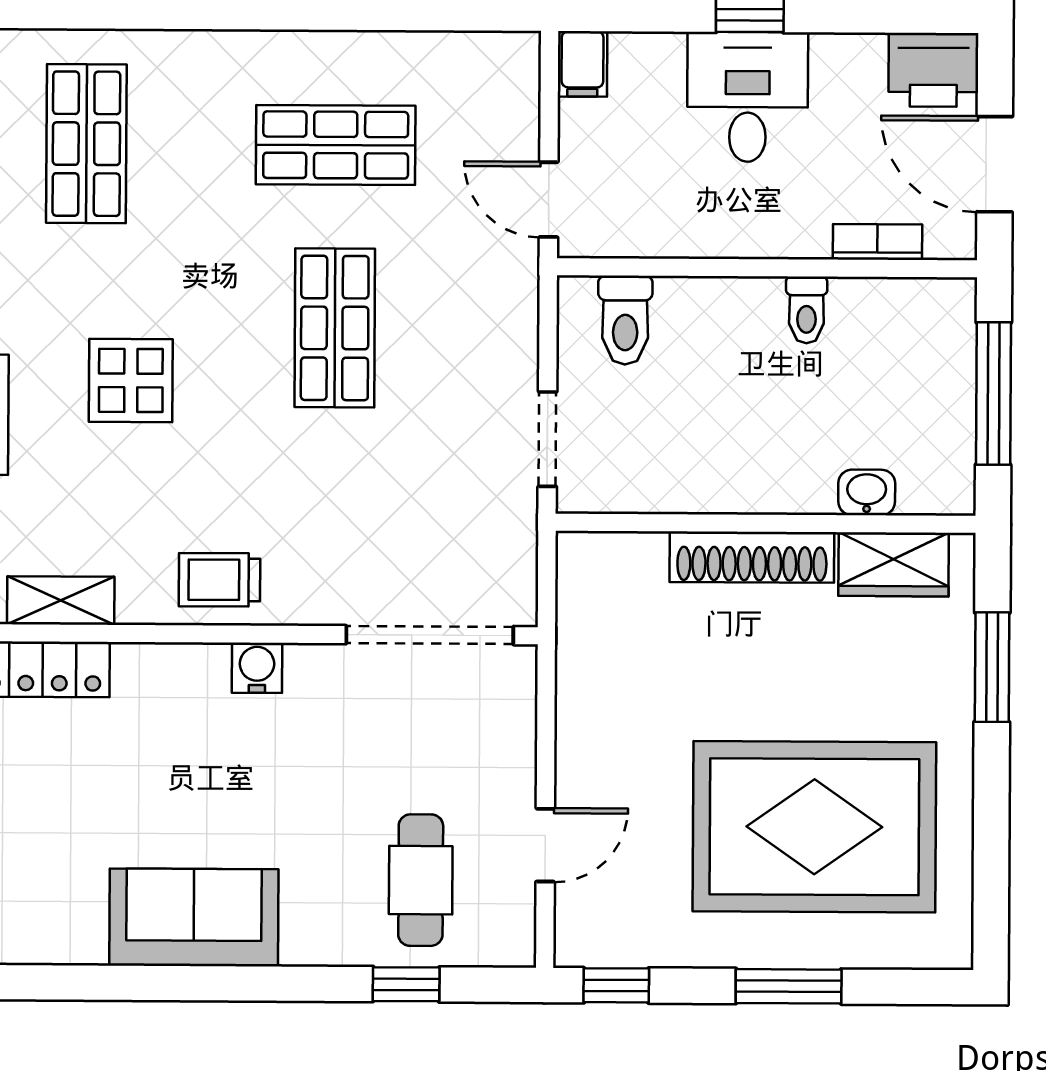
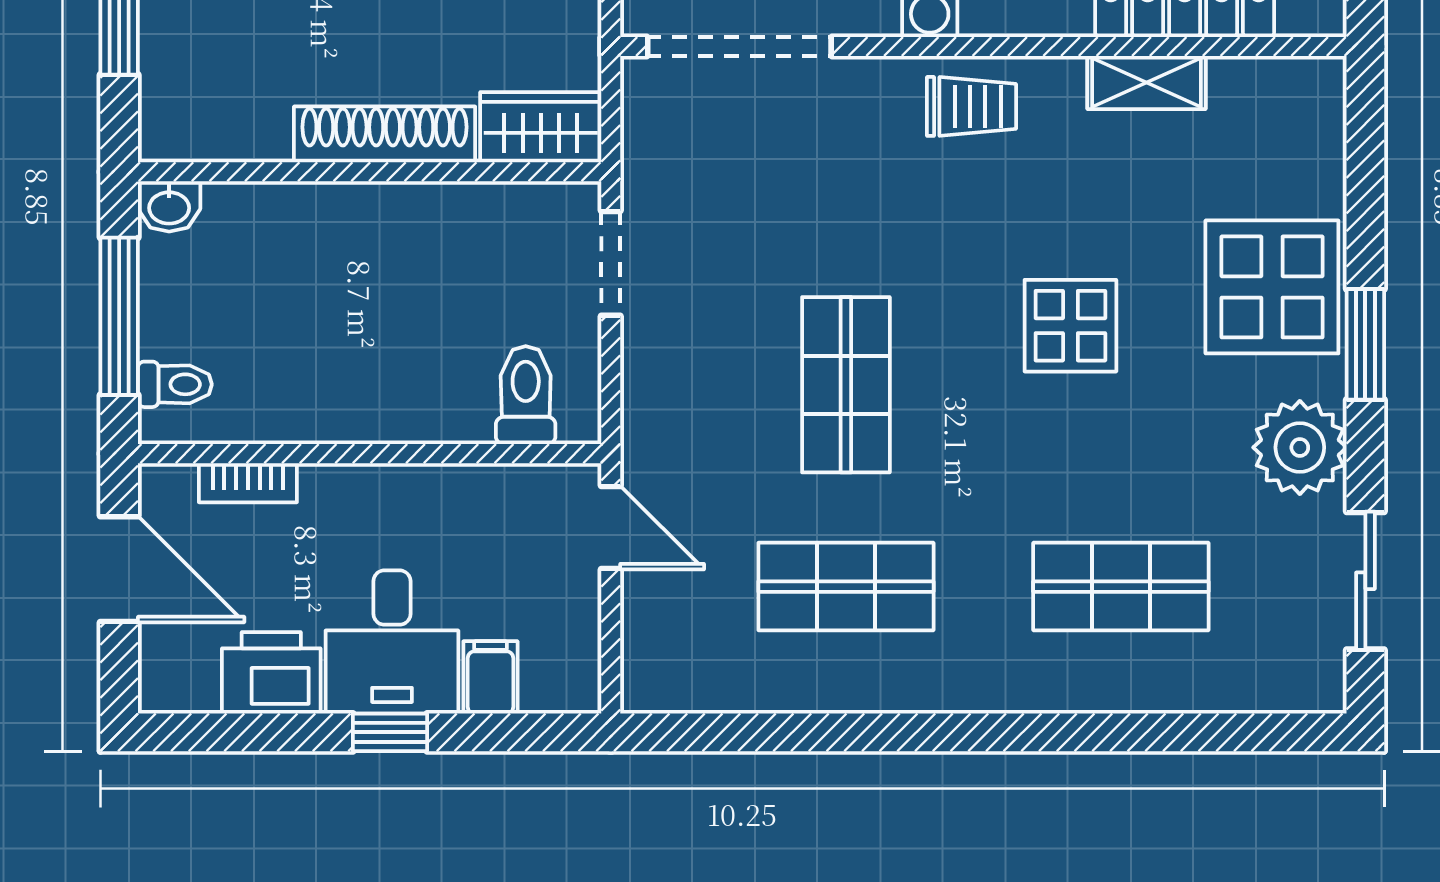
filing cabinet: (582, 64) -> (490, 677), moved
printer: (933, 70) -> (271, 673), moved
shop shelf: (86, 144) -> (1121, 587), turned 90
toilet: (807, 310) -> (175, 384), moved, turned 90
washbasin: (867, 492) -> (169, 206), moved
wardrobe: (894, 564) -> (541, 127), moved

